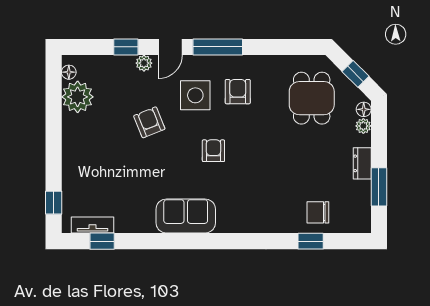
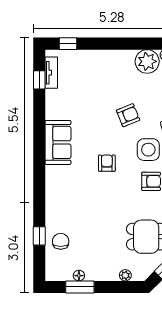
floor lamp: (364, 109) -> (79, 276), moved
armchair: (213, 151) -> (107, 163), turned -90
dresser: (362, 163) -> (97, 274), removed

